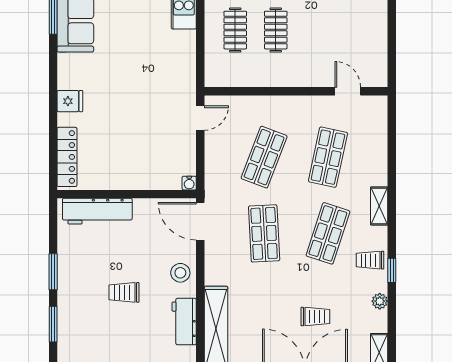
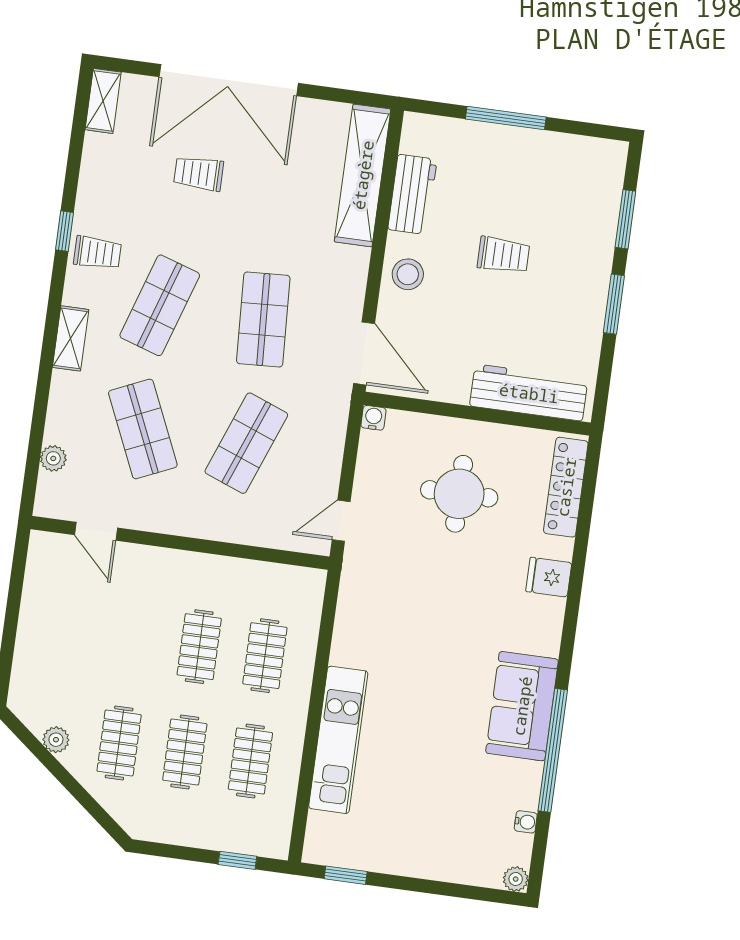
round table: (131, 144) -> (459, 494), added
shop shelf: (328, 157) -> (143, 429), turned -36
plant: (380, 301) -> (53, 458), moved

